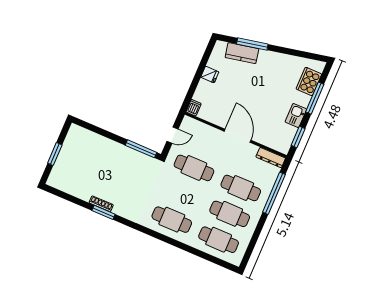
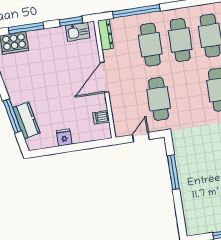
dishwasher: (194, 108) -> (101, 117), moved
kitchen sink: (296, 116) -> (78, 32), moved
door: (172, 135) -> (141, 137), hinge flipped
window: (141, 149) -> (173, 172), moved

